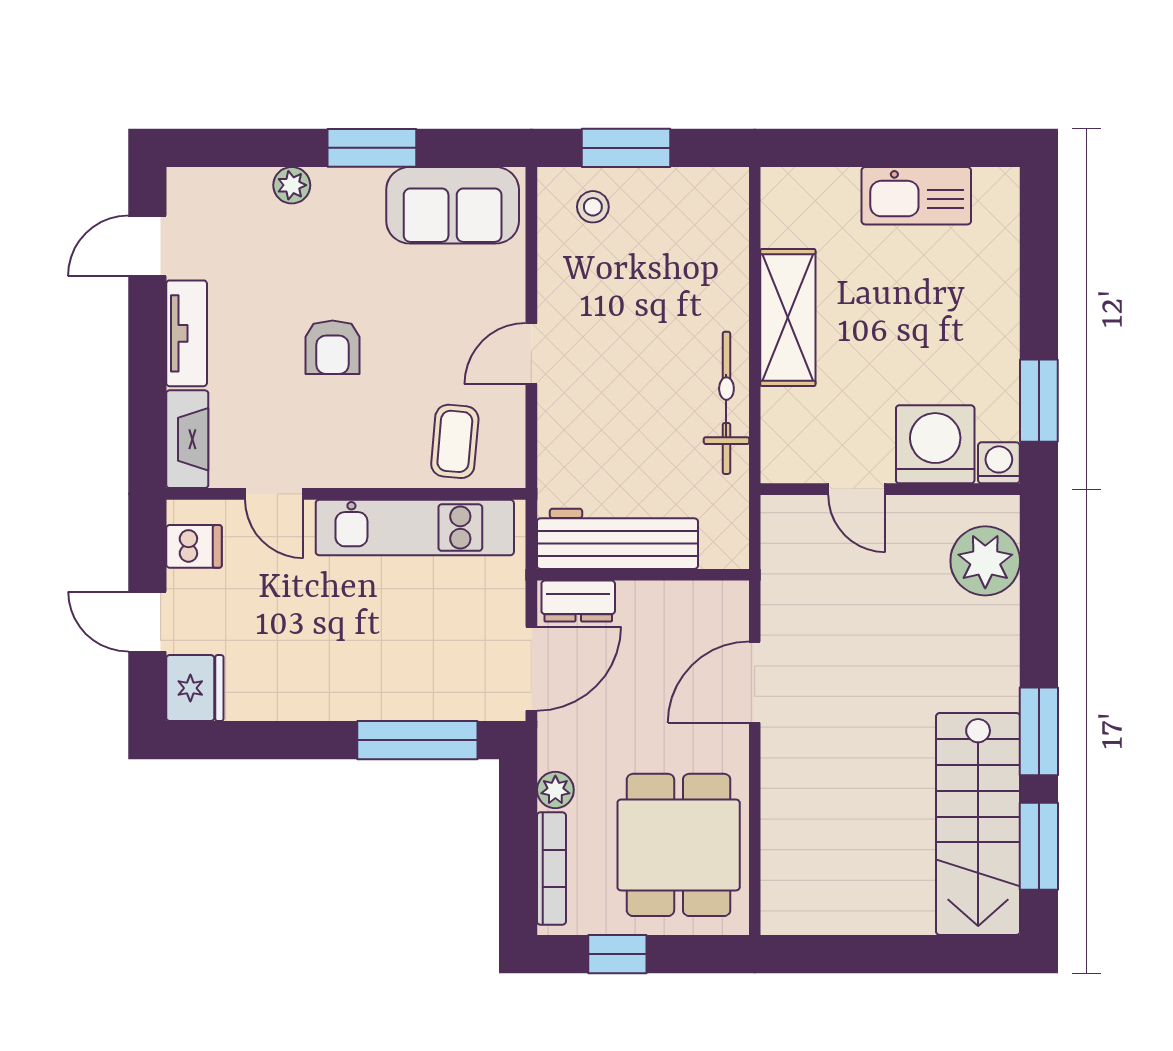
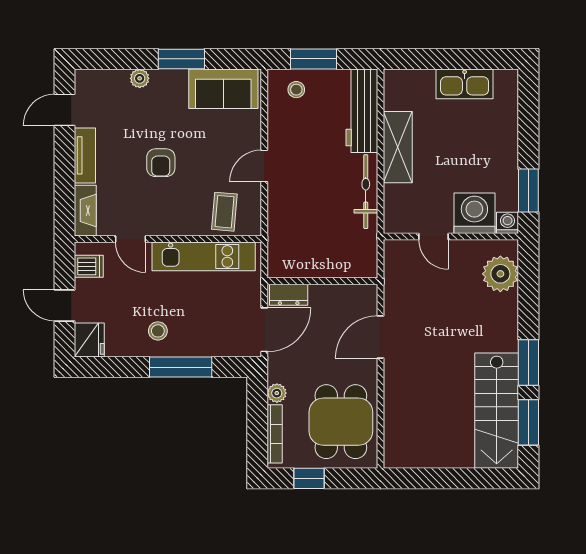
workbench: (617, 539) -> (362, 111), moved, turned -90
stool: (327, 671) -> (158, 331), added
window: (417, 740) -> (181, 367), moved

